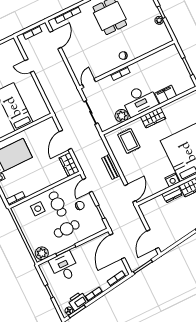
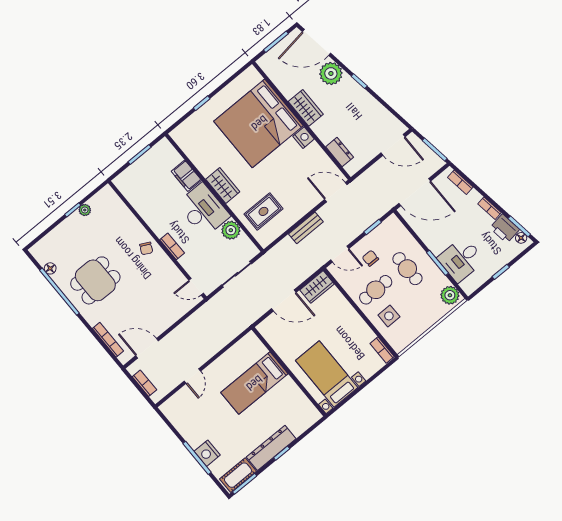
dresser: (172, 194) -> (340, 152), moved

